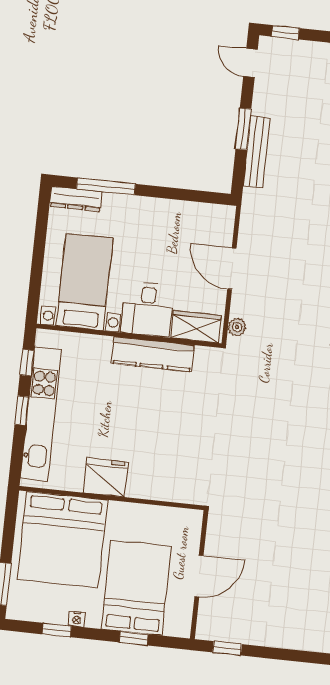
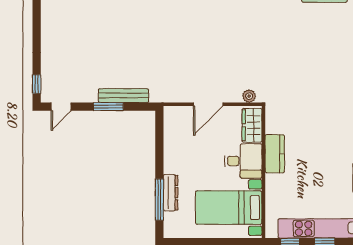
dresser: (76, 199) -> (171, 193), moved
kitchen counter: (153, 354) -> (275, 154), width x0.67

